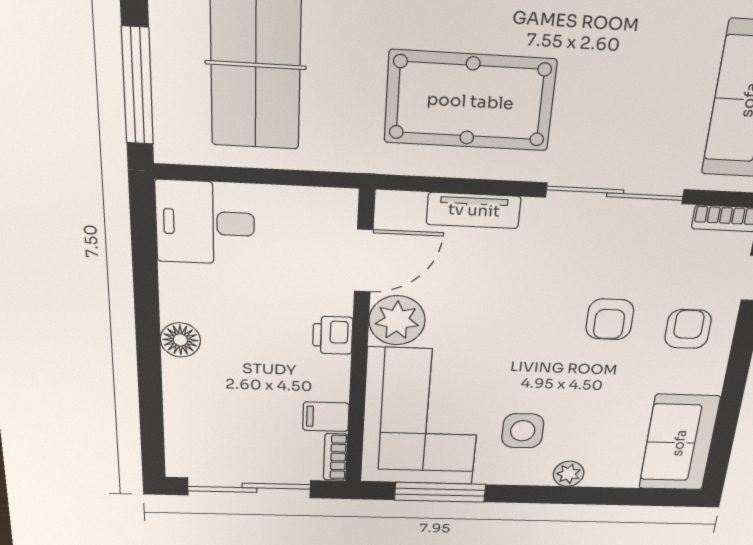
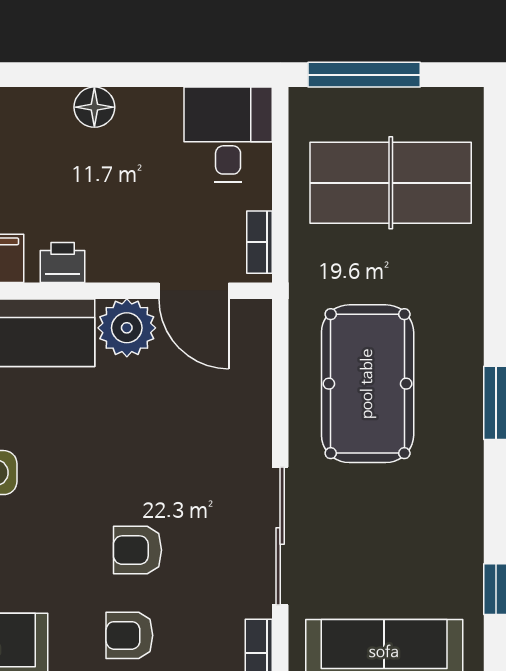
bookcase: (317, 198) -> (259, 242), added
tv unit: (474, 210) -> (254, 397), removed
armchair: (688, 329) -> (129, 635), turned 180
printer: (333, 335) -> (63, 262), moved

